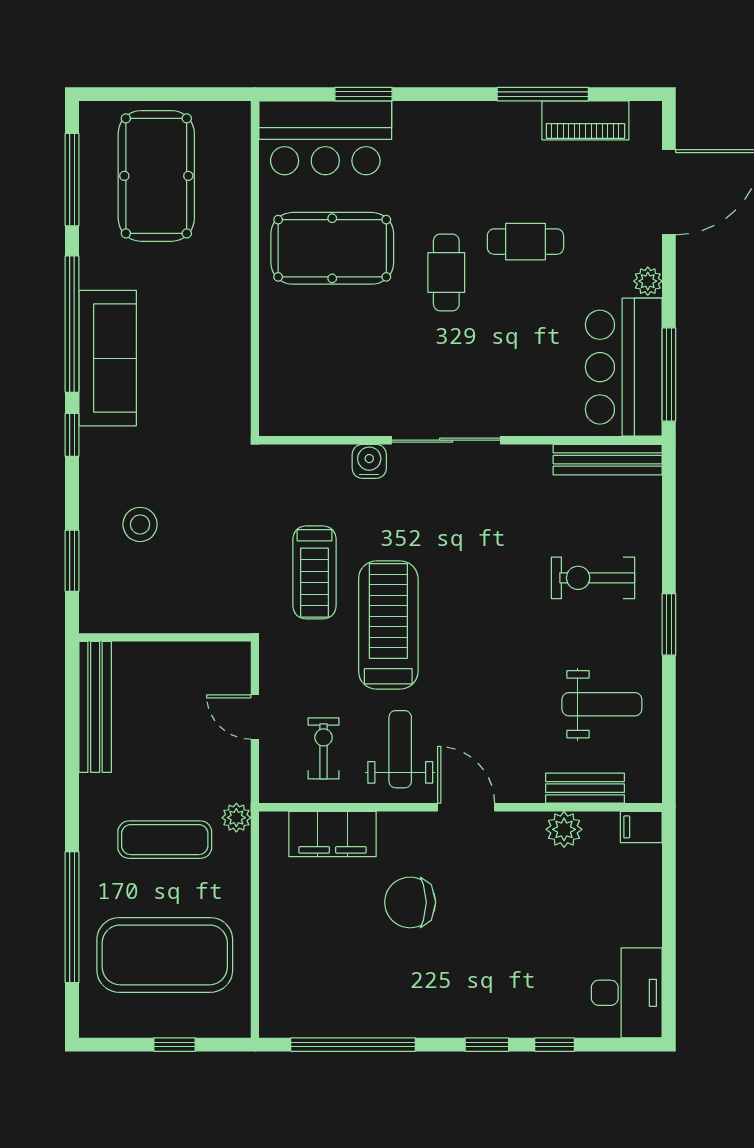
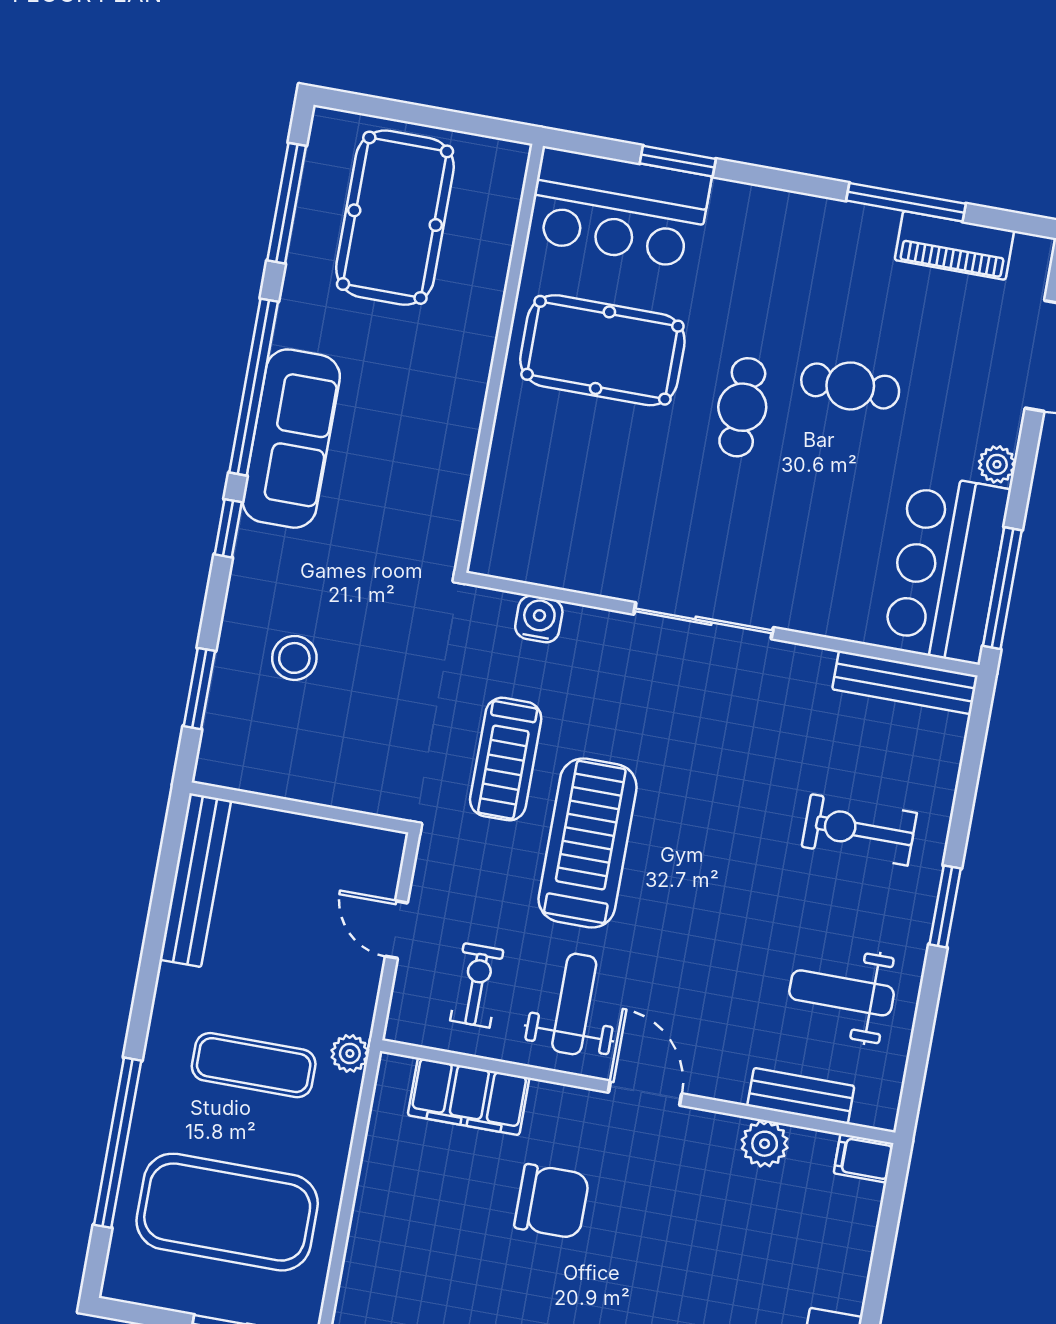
water cooler: (369, 461) -> (539, 619), moved
weight bench: (602, 704) -> (842, 993), turned 180
chair: (410, 902) -> (552, 1201), turned 180

